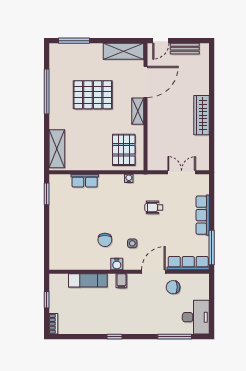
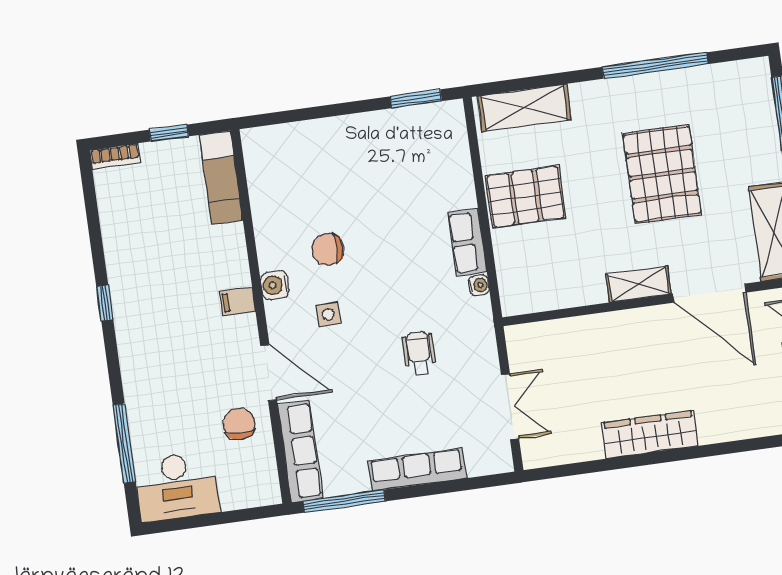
pallet: (124, 150) -> (525, 197), moved
row of seats: (85, 181) -> (467, 242), moved
exam couch: (88, 280) -> (221, 178), moved

